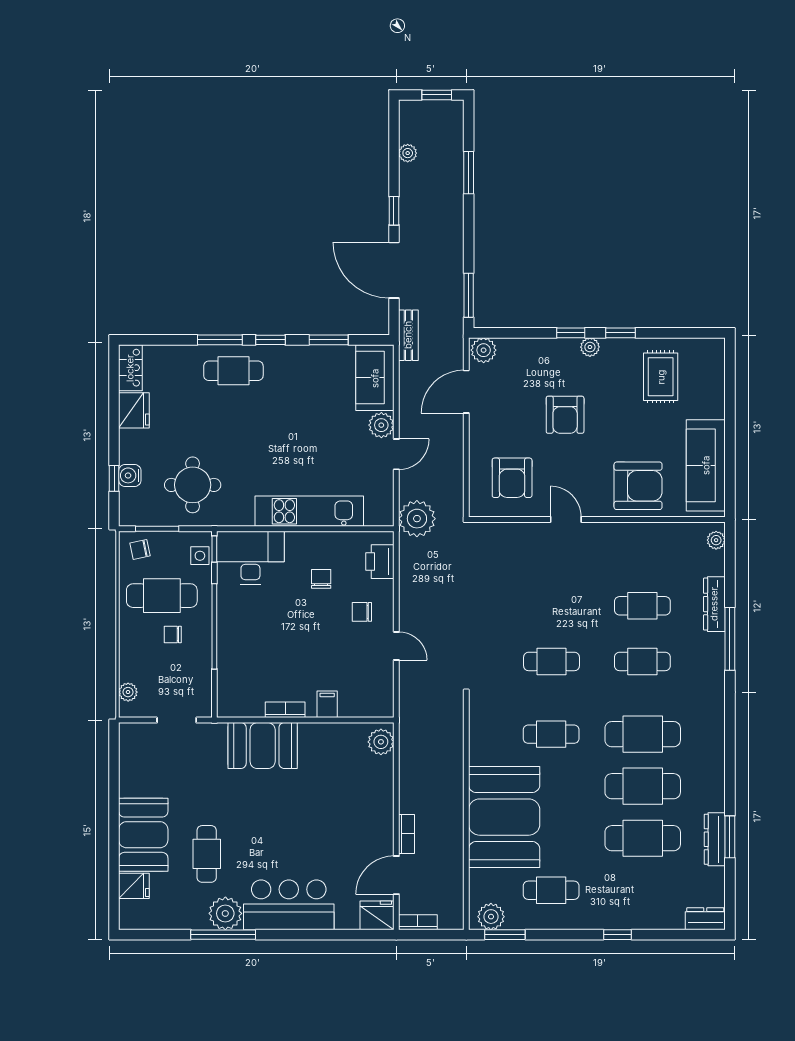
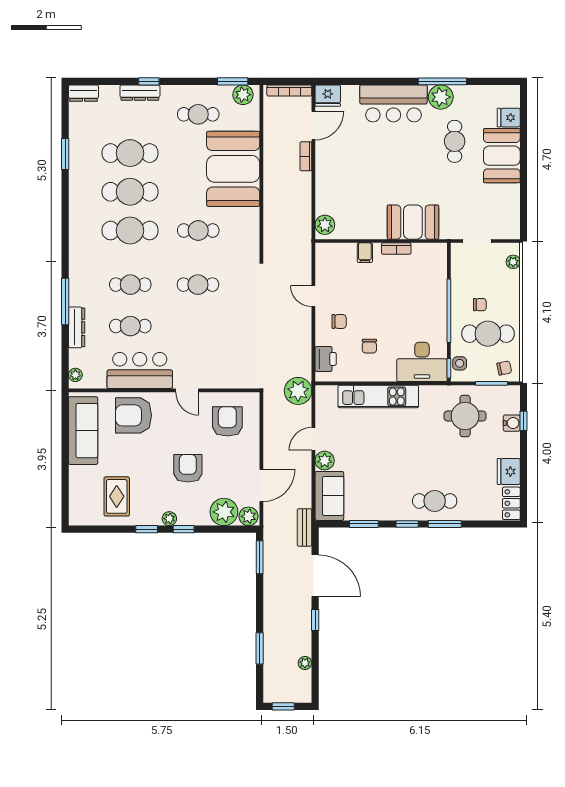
plant: (517, 356) -> (224, 512), added
bar counter: (630, 546) -> (140, 370), added
dresser: (715, 839) -> (140, 93), moved, turned 90
bookcase: (418, 922) -> (289, 90), width x1.56

